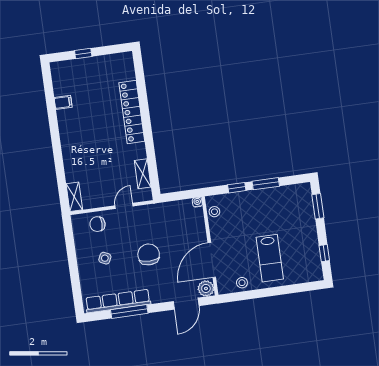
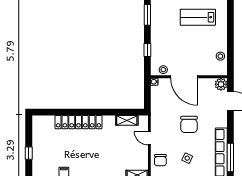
window: (266, 184) -> (147, 15), moved
chair: (149, 254) -> (189, 124), turned -90
lab bench: (270, 258) -> (198, 17), moved, turned 180
door: (212, 260) -> (184, 77), moved
window: (129, 311) -> (230, 158), moved

